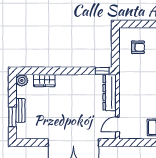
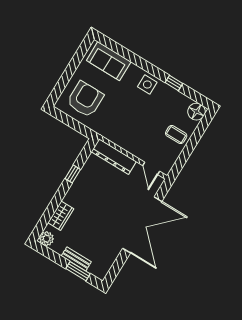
armchair: (138, 47) -> (85, 99), width x1.88, depth x1.88
window: (102, 71) -> (73, 174), moved

